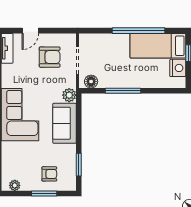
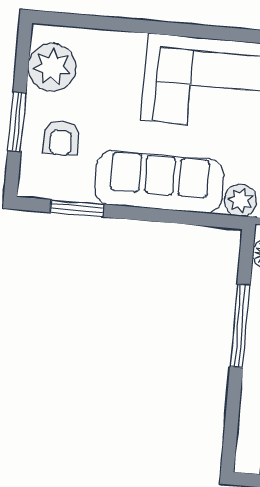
sofa: (65, 123) -> (159, 182), width x1.36
plant: (15, 185) -> (52, 67), width x1.88, depth x1.88

